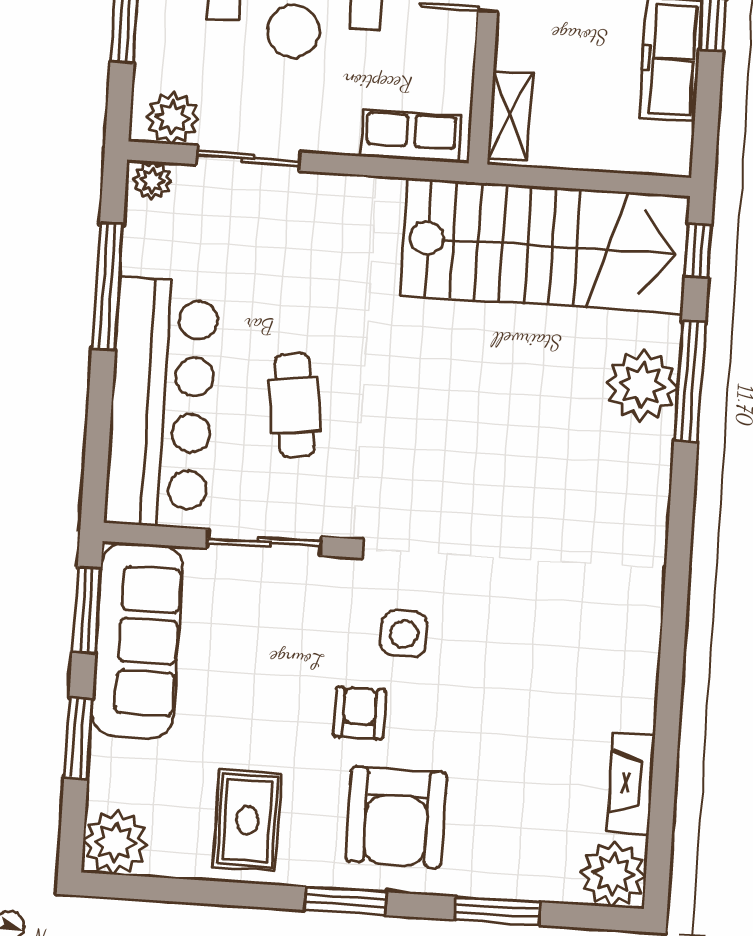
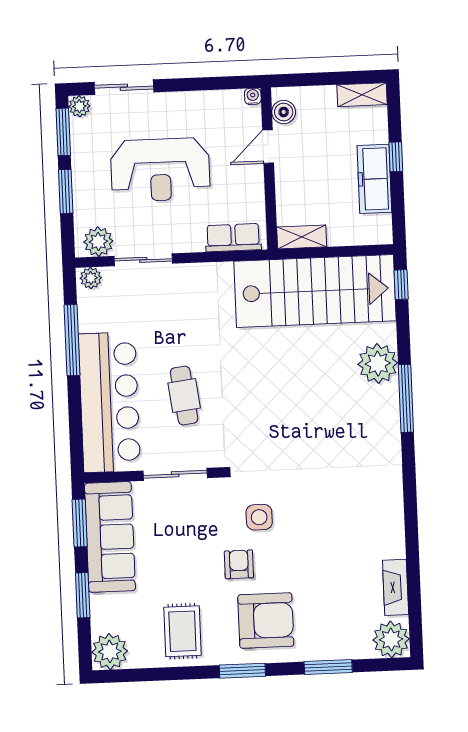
shelving: (510, 116) -> (302, 237), moved, turned 90
window: (690, 382) -> (406, 398), moved
armchair: (396, 817) -> (266, 620), turned -90

